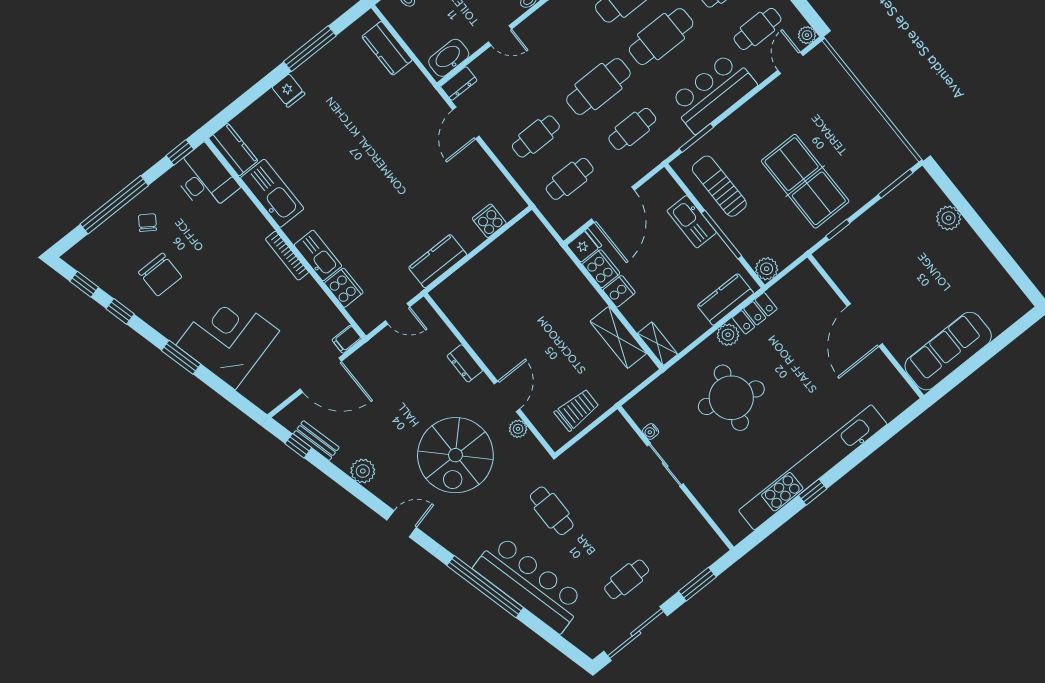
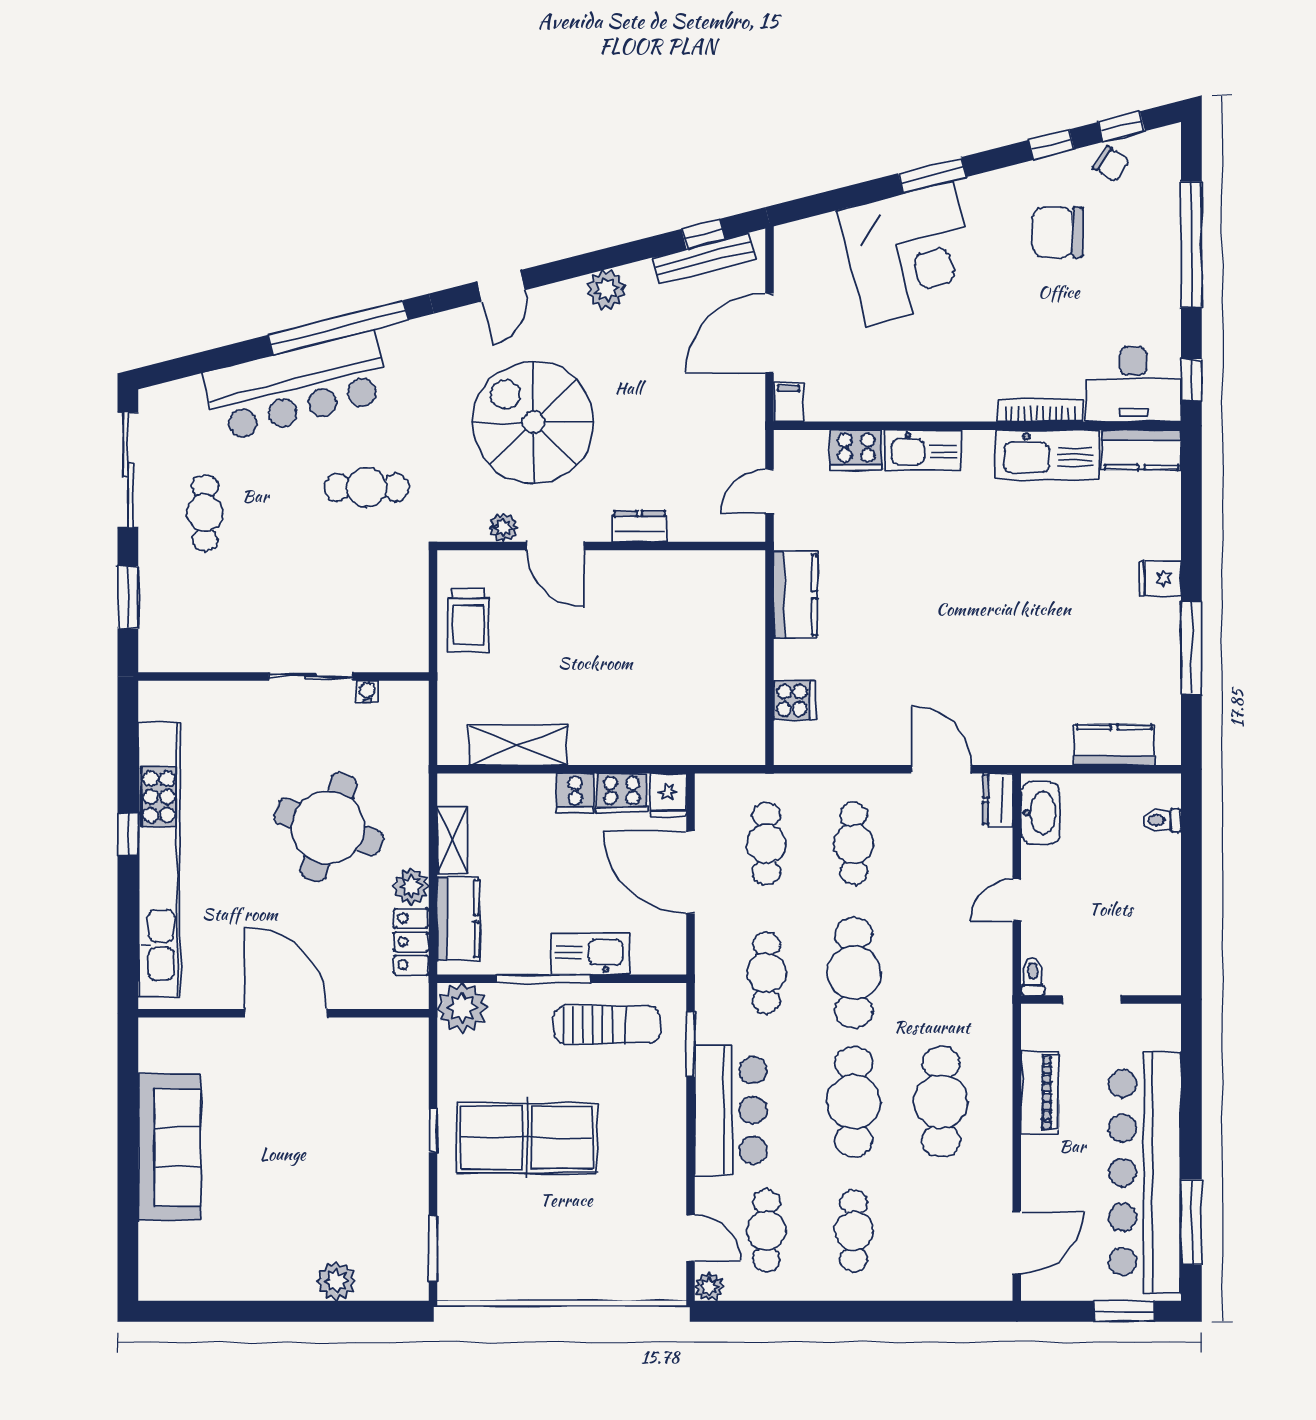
chair: (147, 223) -> (1111, 164), moved
bookcase: (287, 256) -> (1040, 411), moved
plant: (767, 269) -> (462, 1008), width x1.36, depth x1.36
door: (865, 325) -> (286, 1013), moved
wall: (866, 326) -> (284, 1013), moved
shelving: (657, 344) -> (452, 840), moved, turned 90
bench: (316, 441) -> (704, 258), width x1.36

